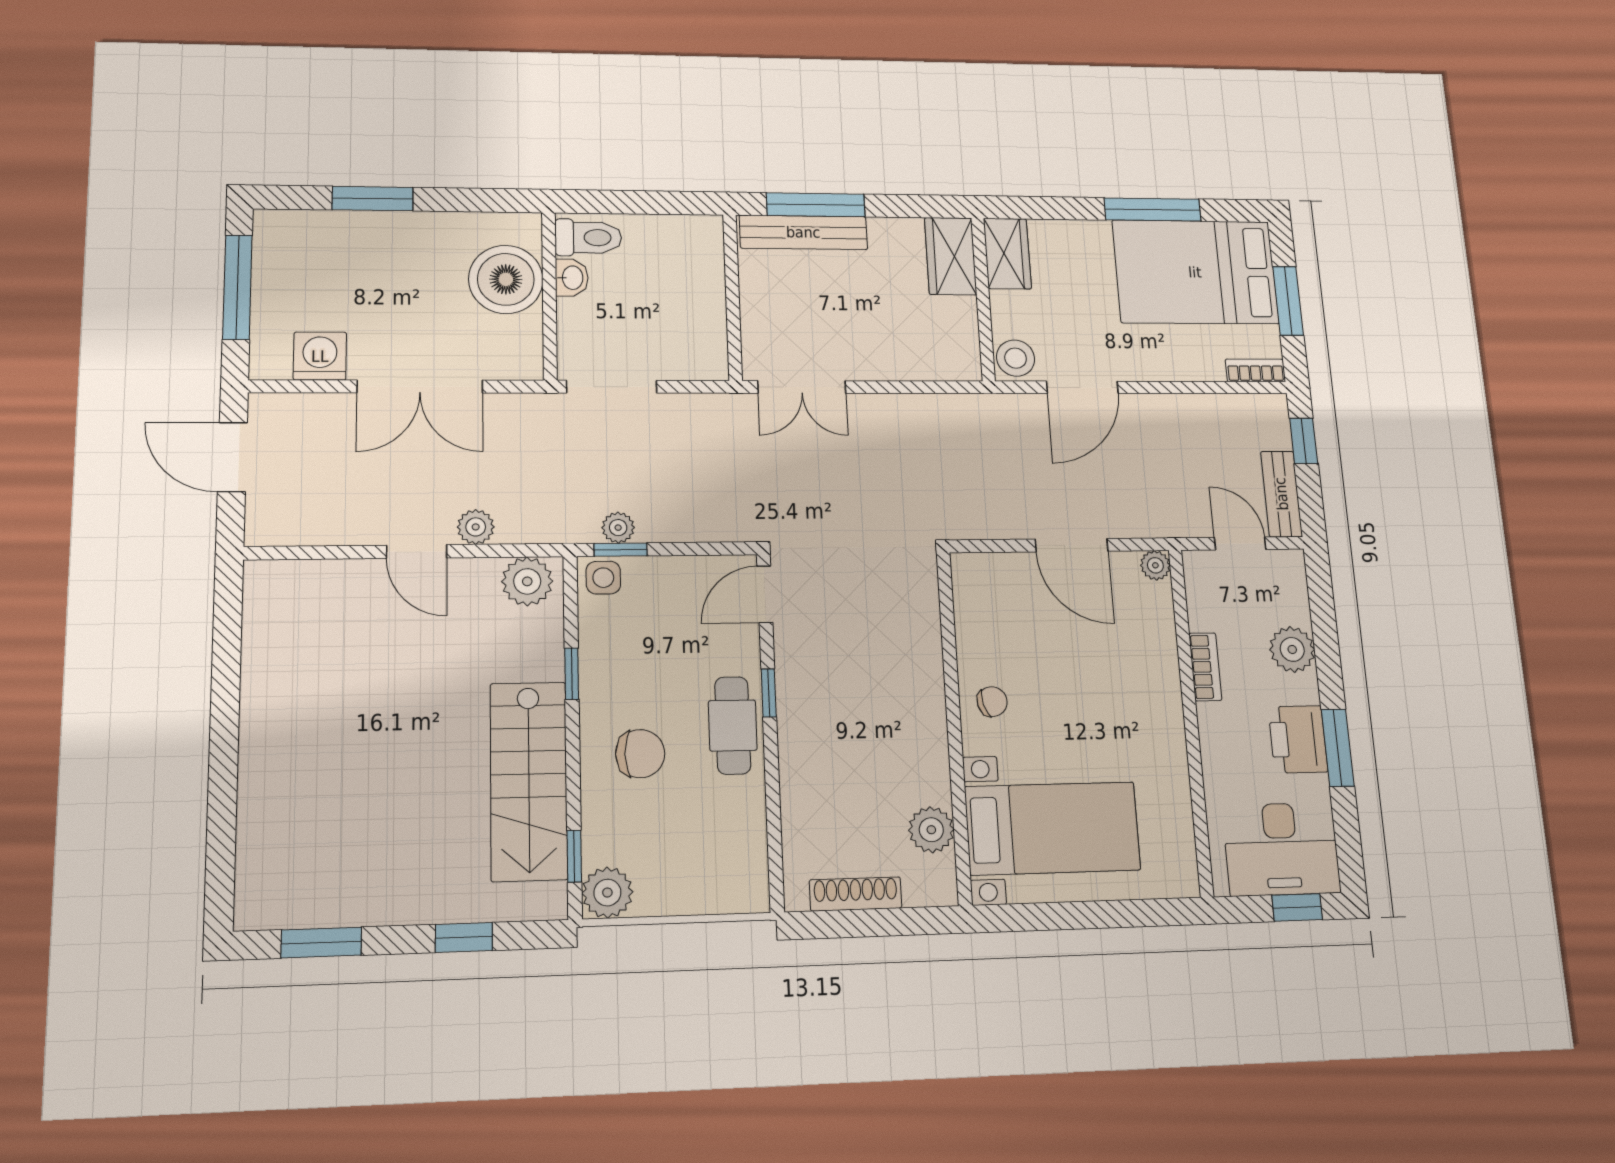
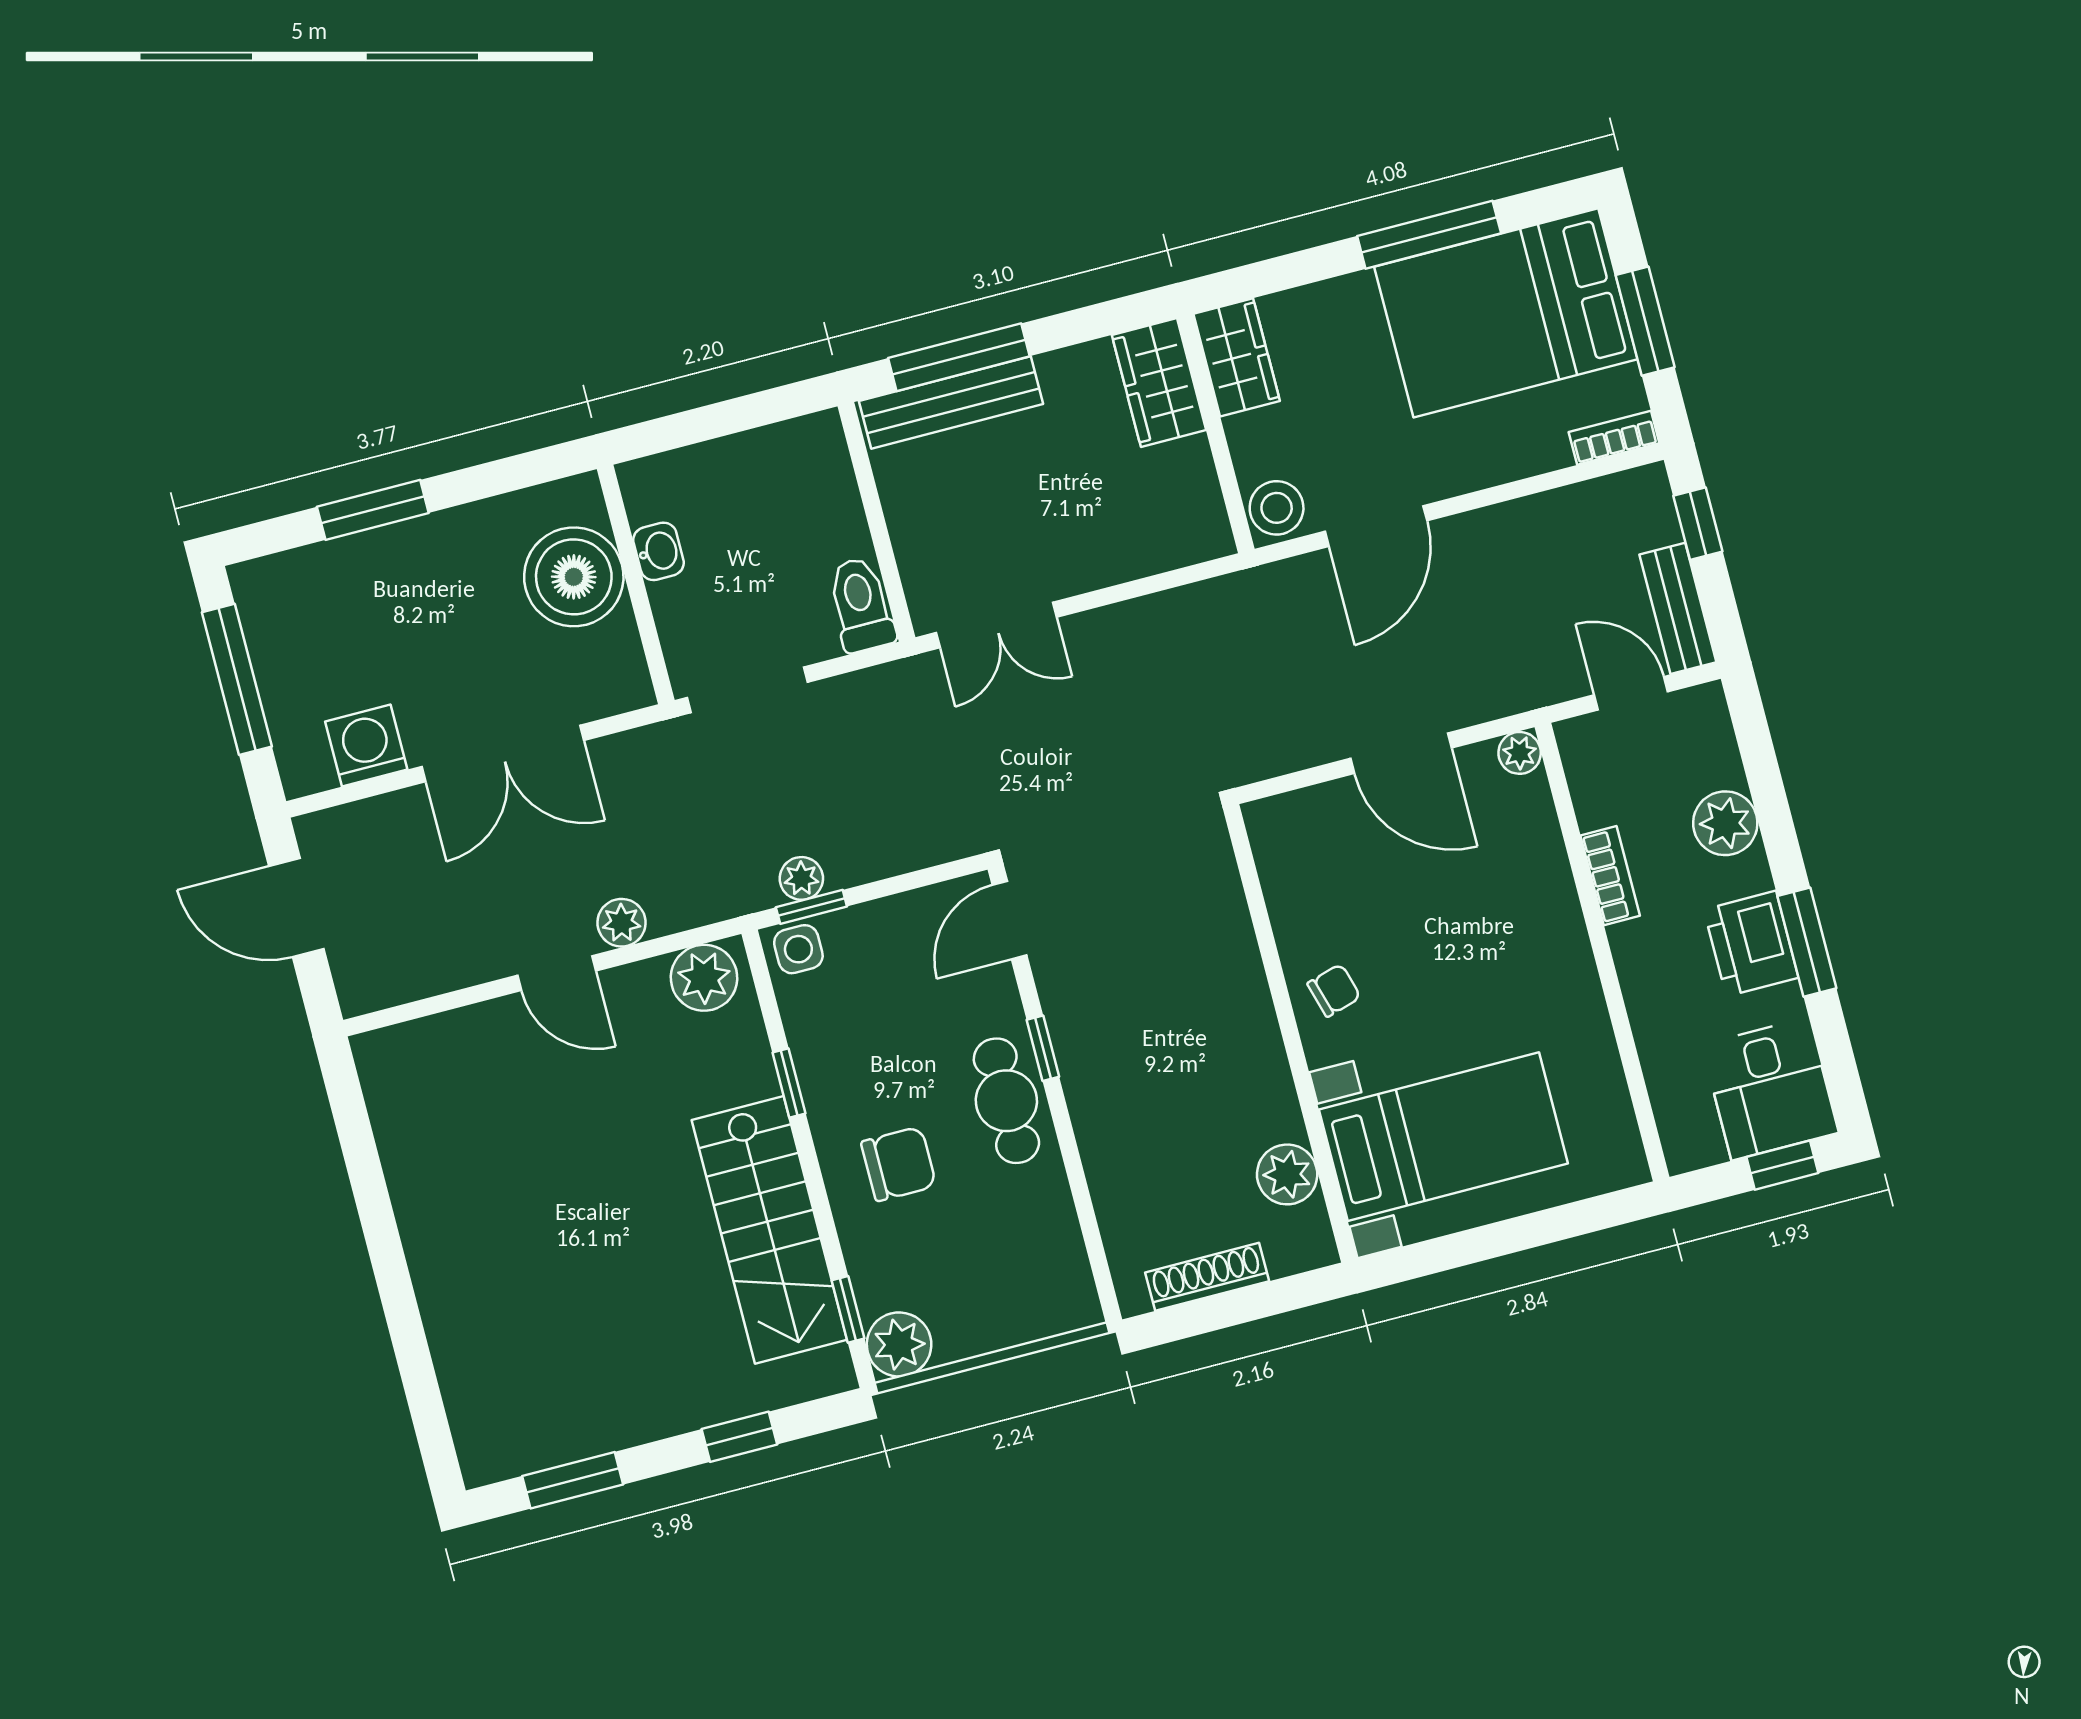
toilet: (588, 238) -> (861, 605), moved, turned -90
desk: (1281, 849) -> (1770, 1089), width x0.73

